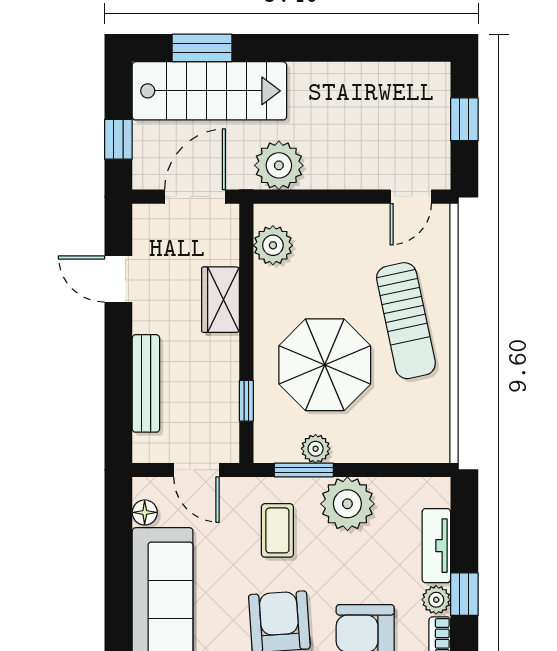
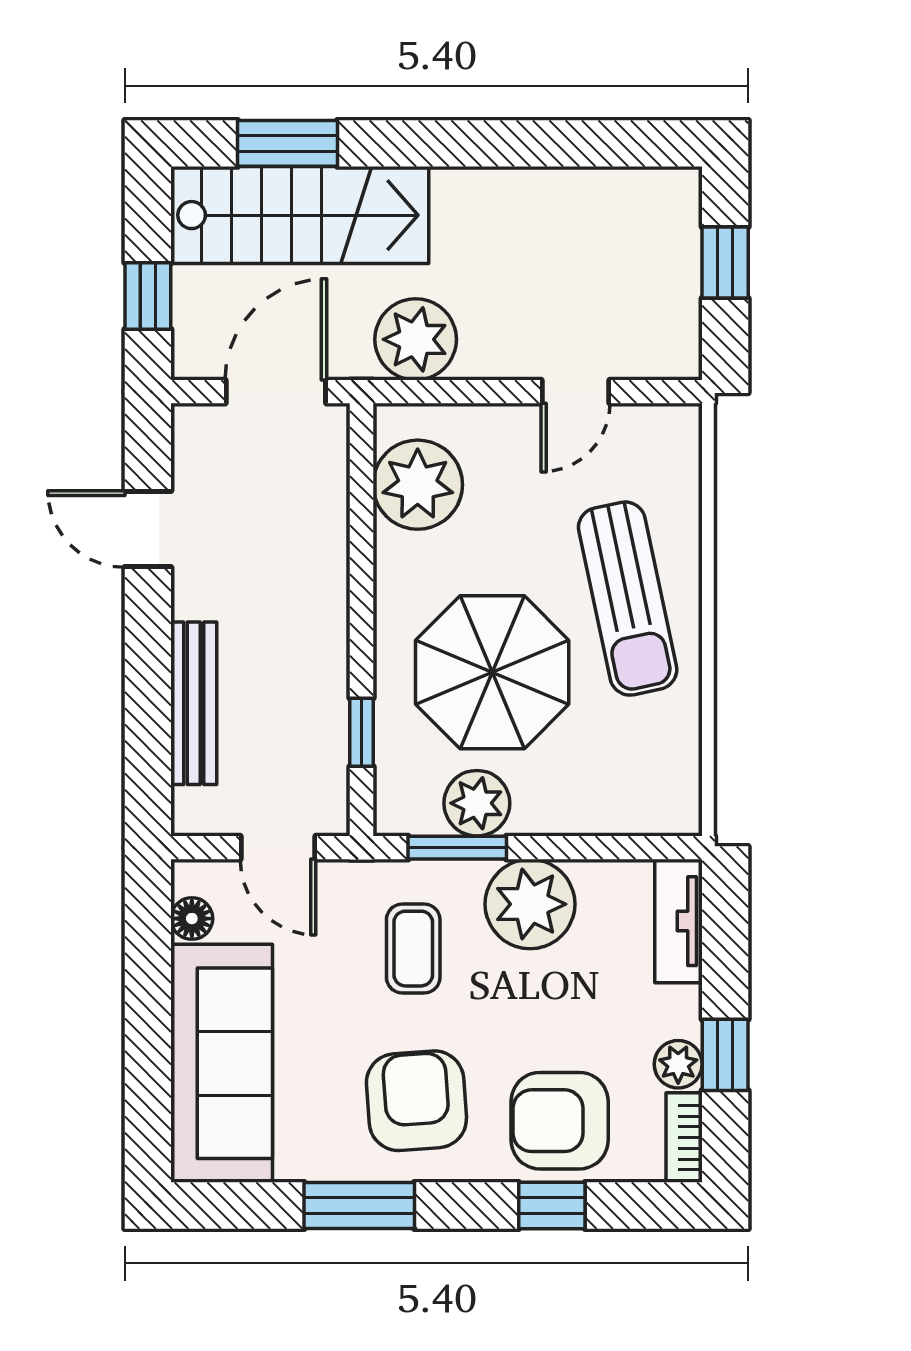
door: (411, 197) -> (576, 392), moved
plant: (273, 245) -> (418, 485), width x1.36, depth x1.36
wardrobe: (220, 300) -> (318, 564), removed
plant: (316, 449) -> (477, 803), width x1.38, depth x1.38
tv unit: (436, 546) -> (678, 921), moved

